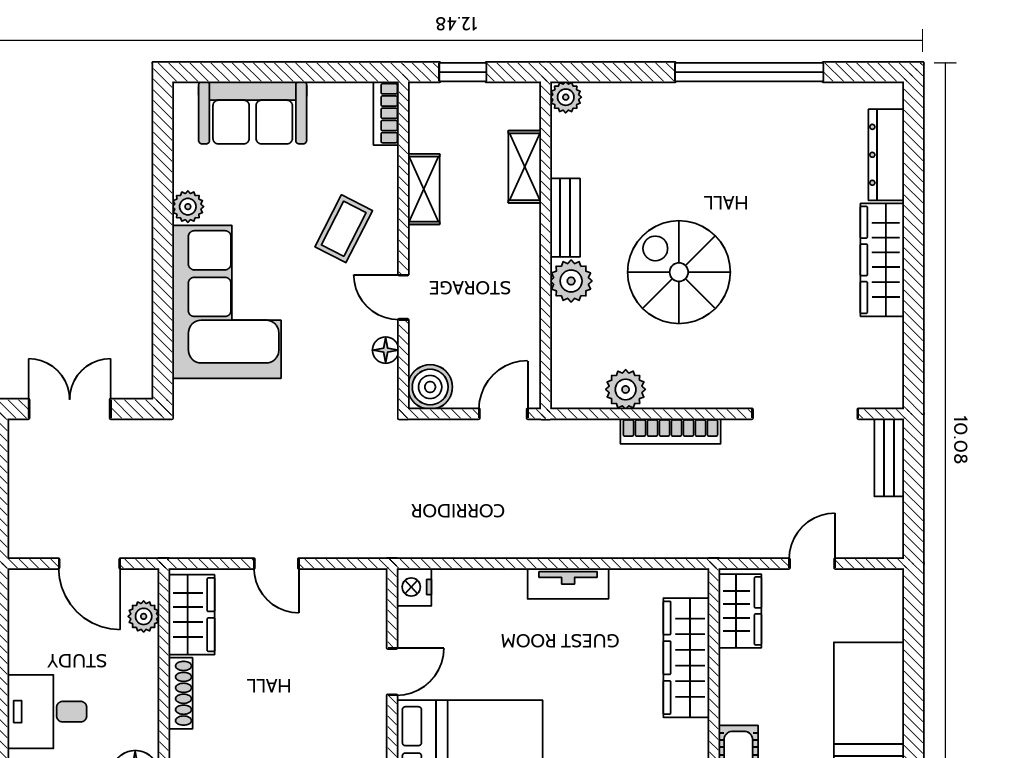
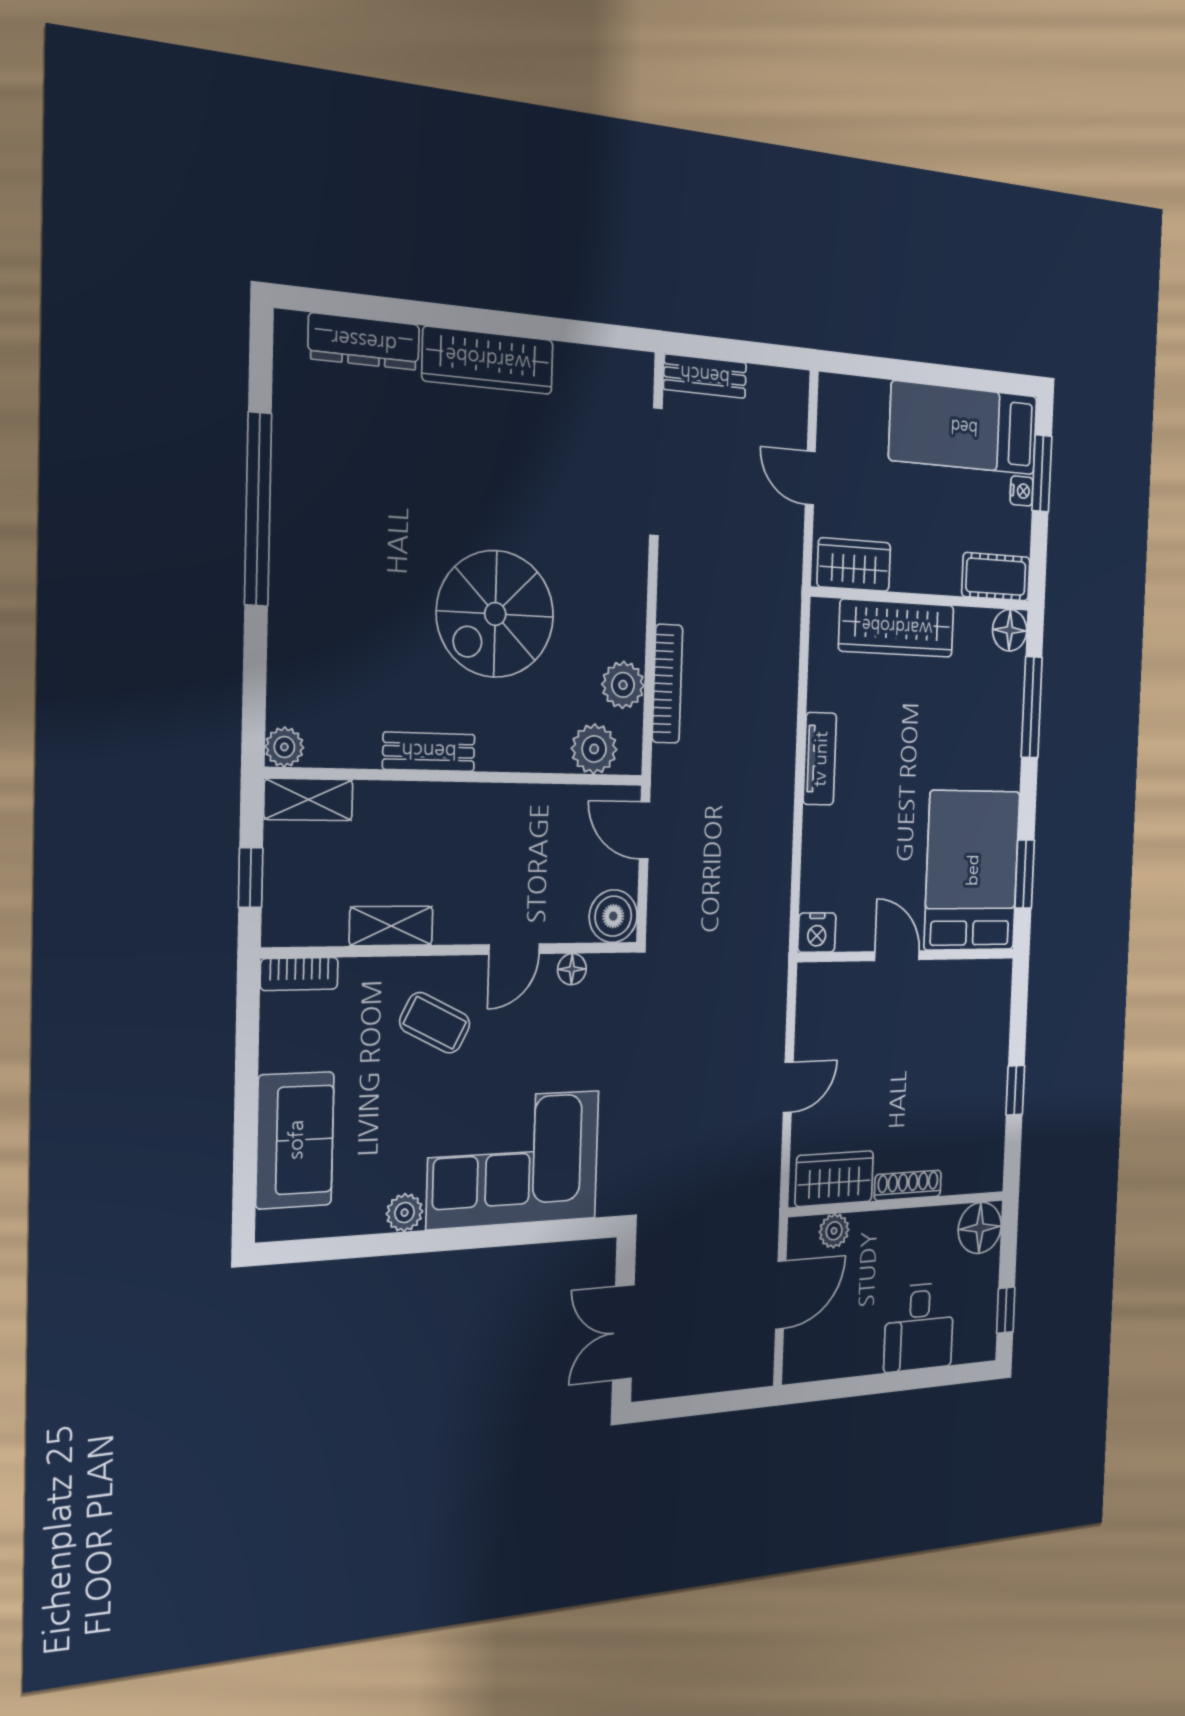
shelving: (525, 167) -> (308, 800), moved
plant: (571, 281) -> (594, 749), moved
bookcase: (670, 431) -> (667, 684), moved

